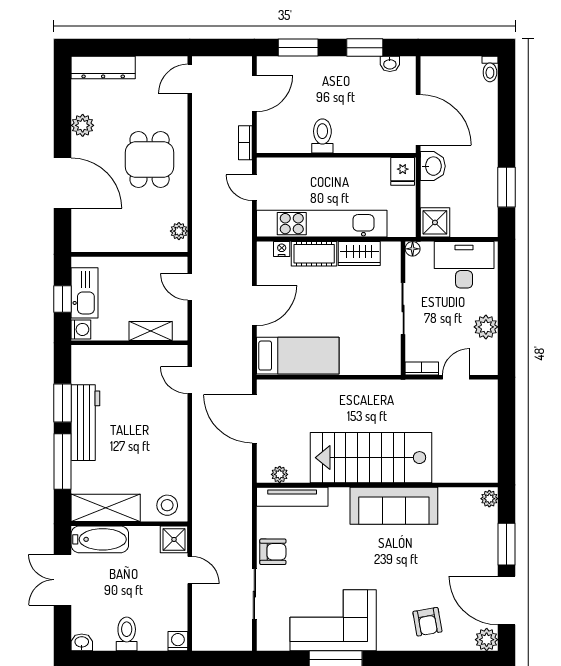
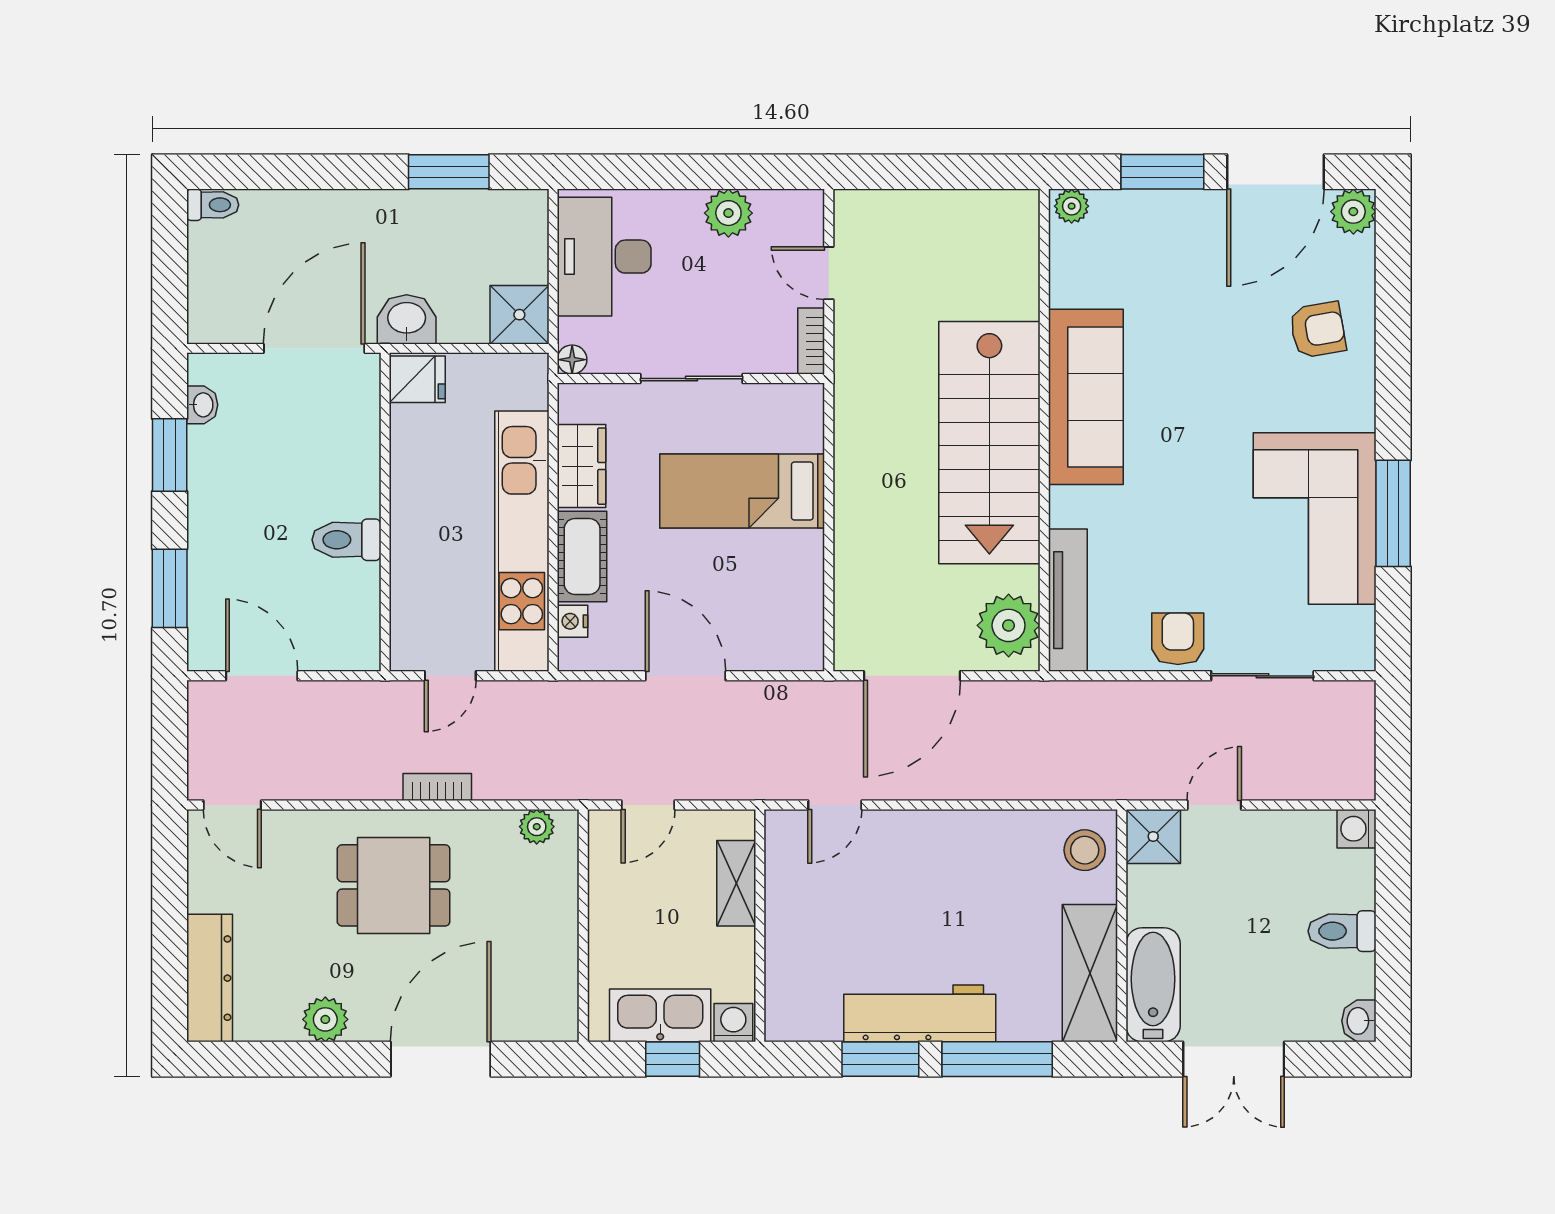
bookcase: (245, 143) -> (437, 787), moved, turned 180
bed: (298, 356) -> (742, 491), moved, turned -90
plant: (280, 474) -> (1009, 625), width x1.87, depth x1.87

